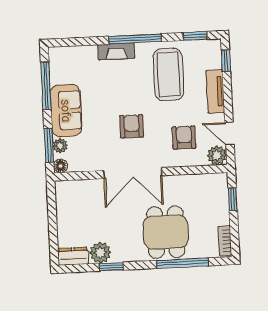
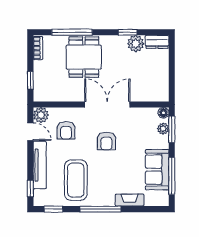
fireplace: (116, 51) -> (130, 200), moved
tv unit: (215, 91) -> (40, 165), width x1.41
sofa: (66, 111) -> (157, 170), moved

